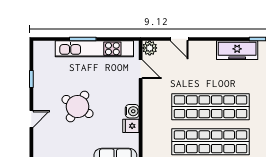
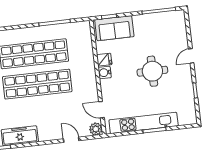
round table: (78, 107) -> (152, 71), turned -32

